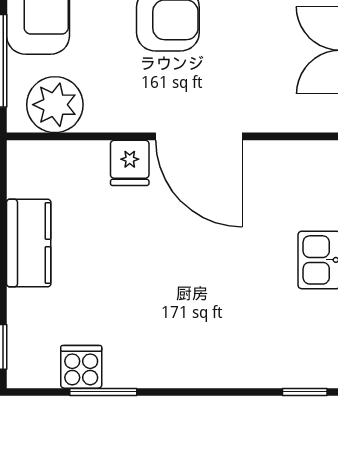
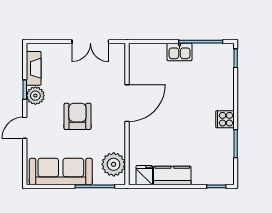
fridge: (130, 163) -> (144, 175), moved, turned -90
cooker: (81, 367) -> (225, 119), moved

